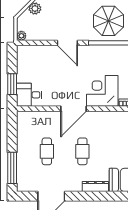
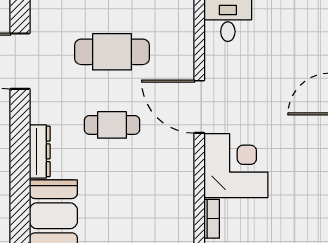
cafe table: (47, 151) -> (112, 52), width x1.37, depth x1.35

